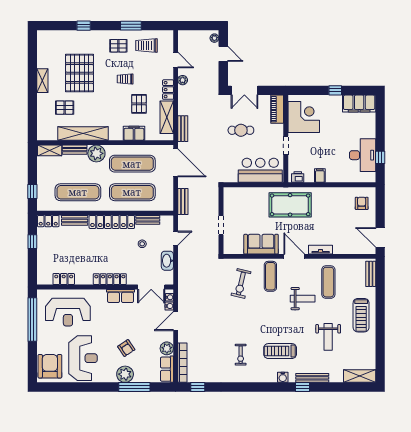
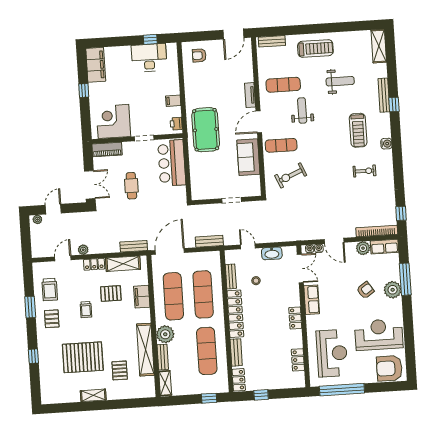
locker: (110, 279) -> (295, 318), width x0.66
exercise bike: (241, 284) -> (291, 175), turned 144
water cooler: (283, 377) -> (386, 144), moved

